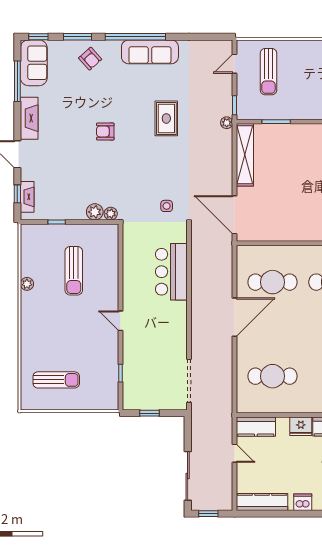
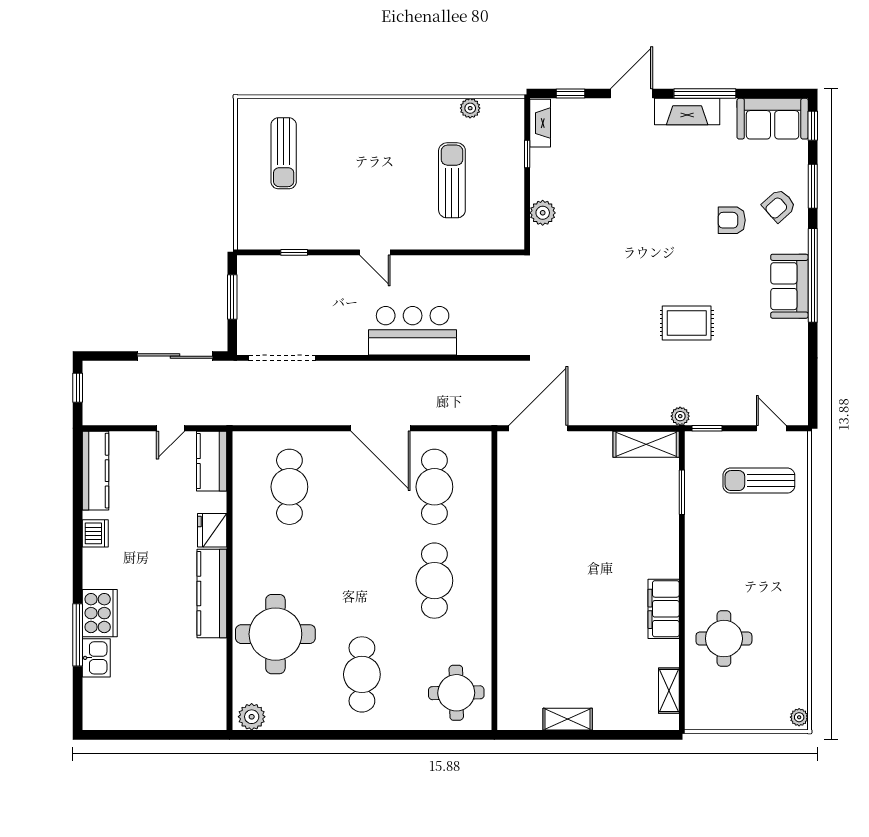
sofa: (150, 52) -> (789, 286), width x0.73
window: (17, 81) -> (705, 93), moved
armchair: (105, 132) -> (732, 220), moved, turned -90
shelving: (245, 155) -> (646, 444), width x0.68
fireplace: (27, 197) -> (540, 123), moved, turned -90
side table: (167, 206) -> (552, 323), removed
plant: (111, 214) -> (540, 237), removed
sun lounger: (74, 271) -> (452, 180), turned 90
bar counter: (171, 272) -> (413, 331), moved
plant: (27, 284) -> (470, 108), moved
door: (121, 321) -> (375, 252), swing flipped
window: (149, 413) -> (232, 297), width x1.50
sliding door: (188, 476) -> (175, 356), moved

